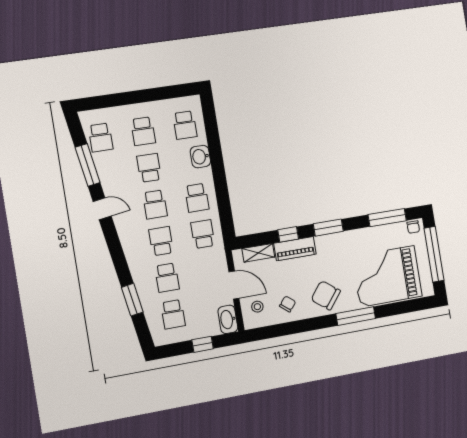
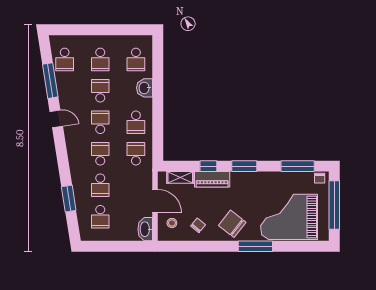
school desk: (155, 204) -> (100, 122), turned 180
window: (203, 344) -> (121, 246), removed

